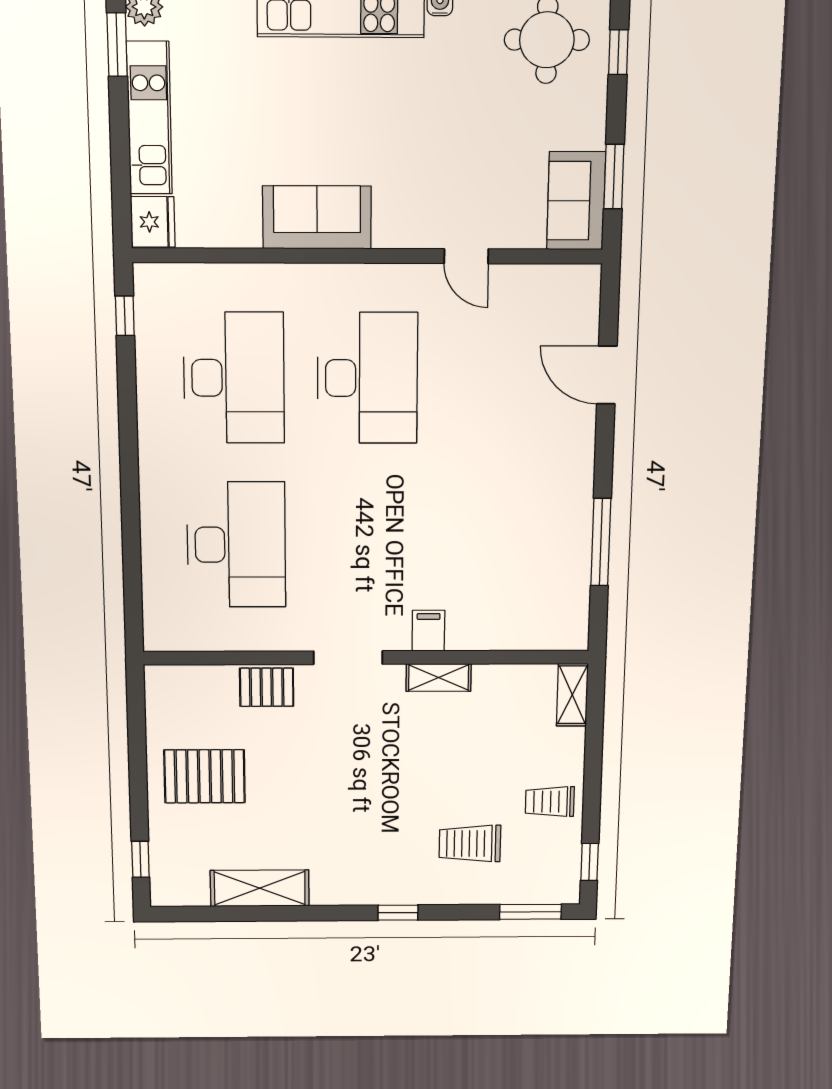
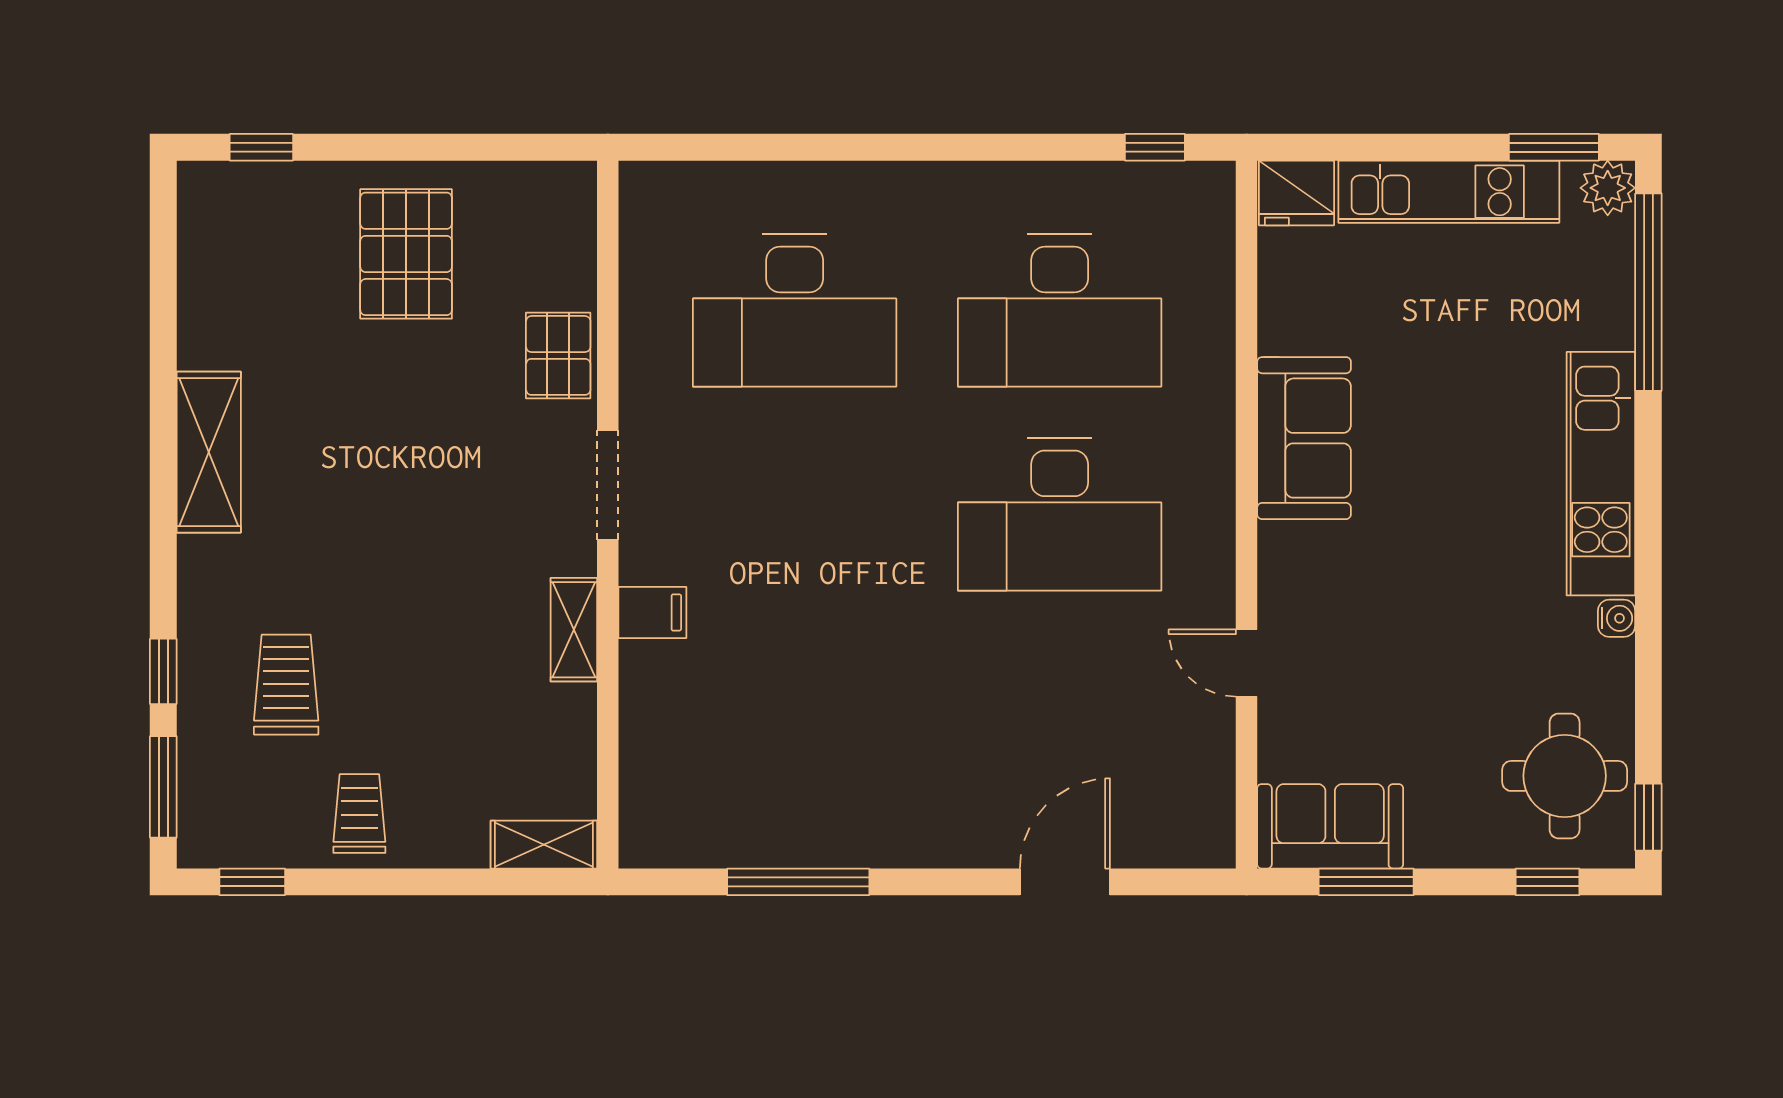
door: (466, 256) -> (1247, 663), hinge flipped
shelving: (260, 888) -> (209, 452), moved
window: (398, 913) -> (163, 671), moved

